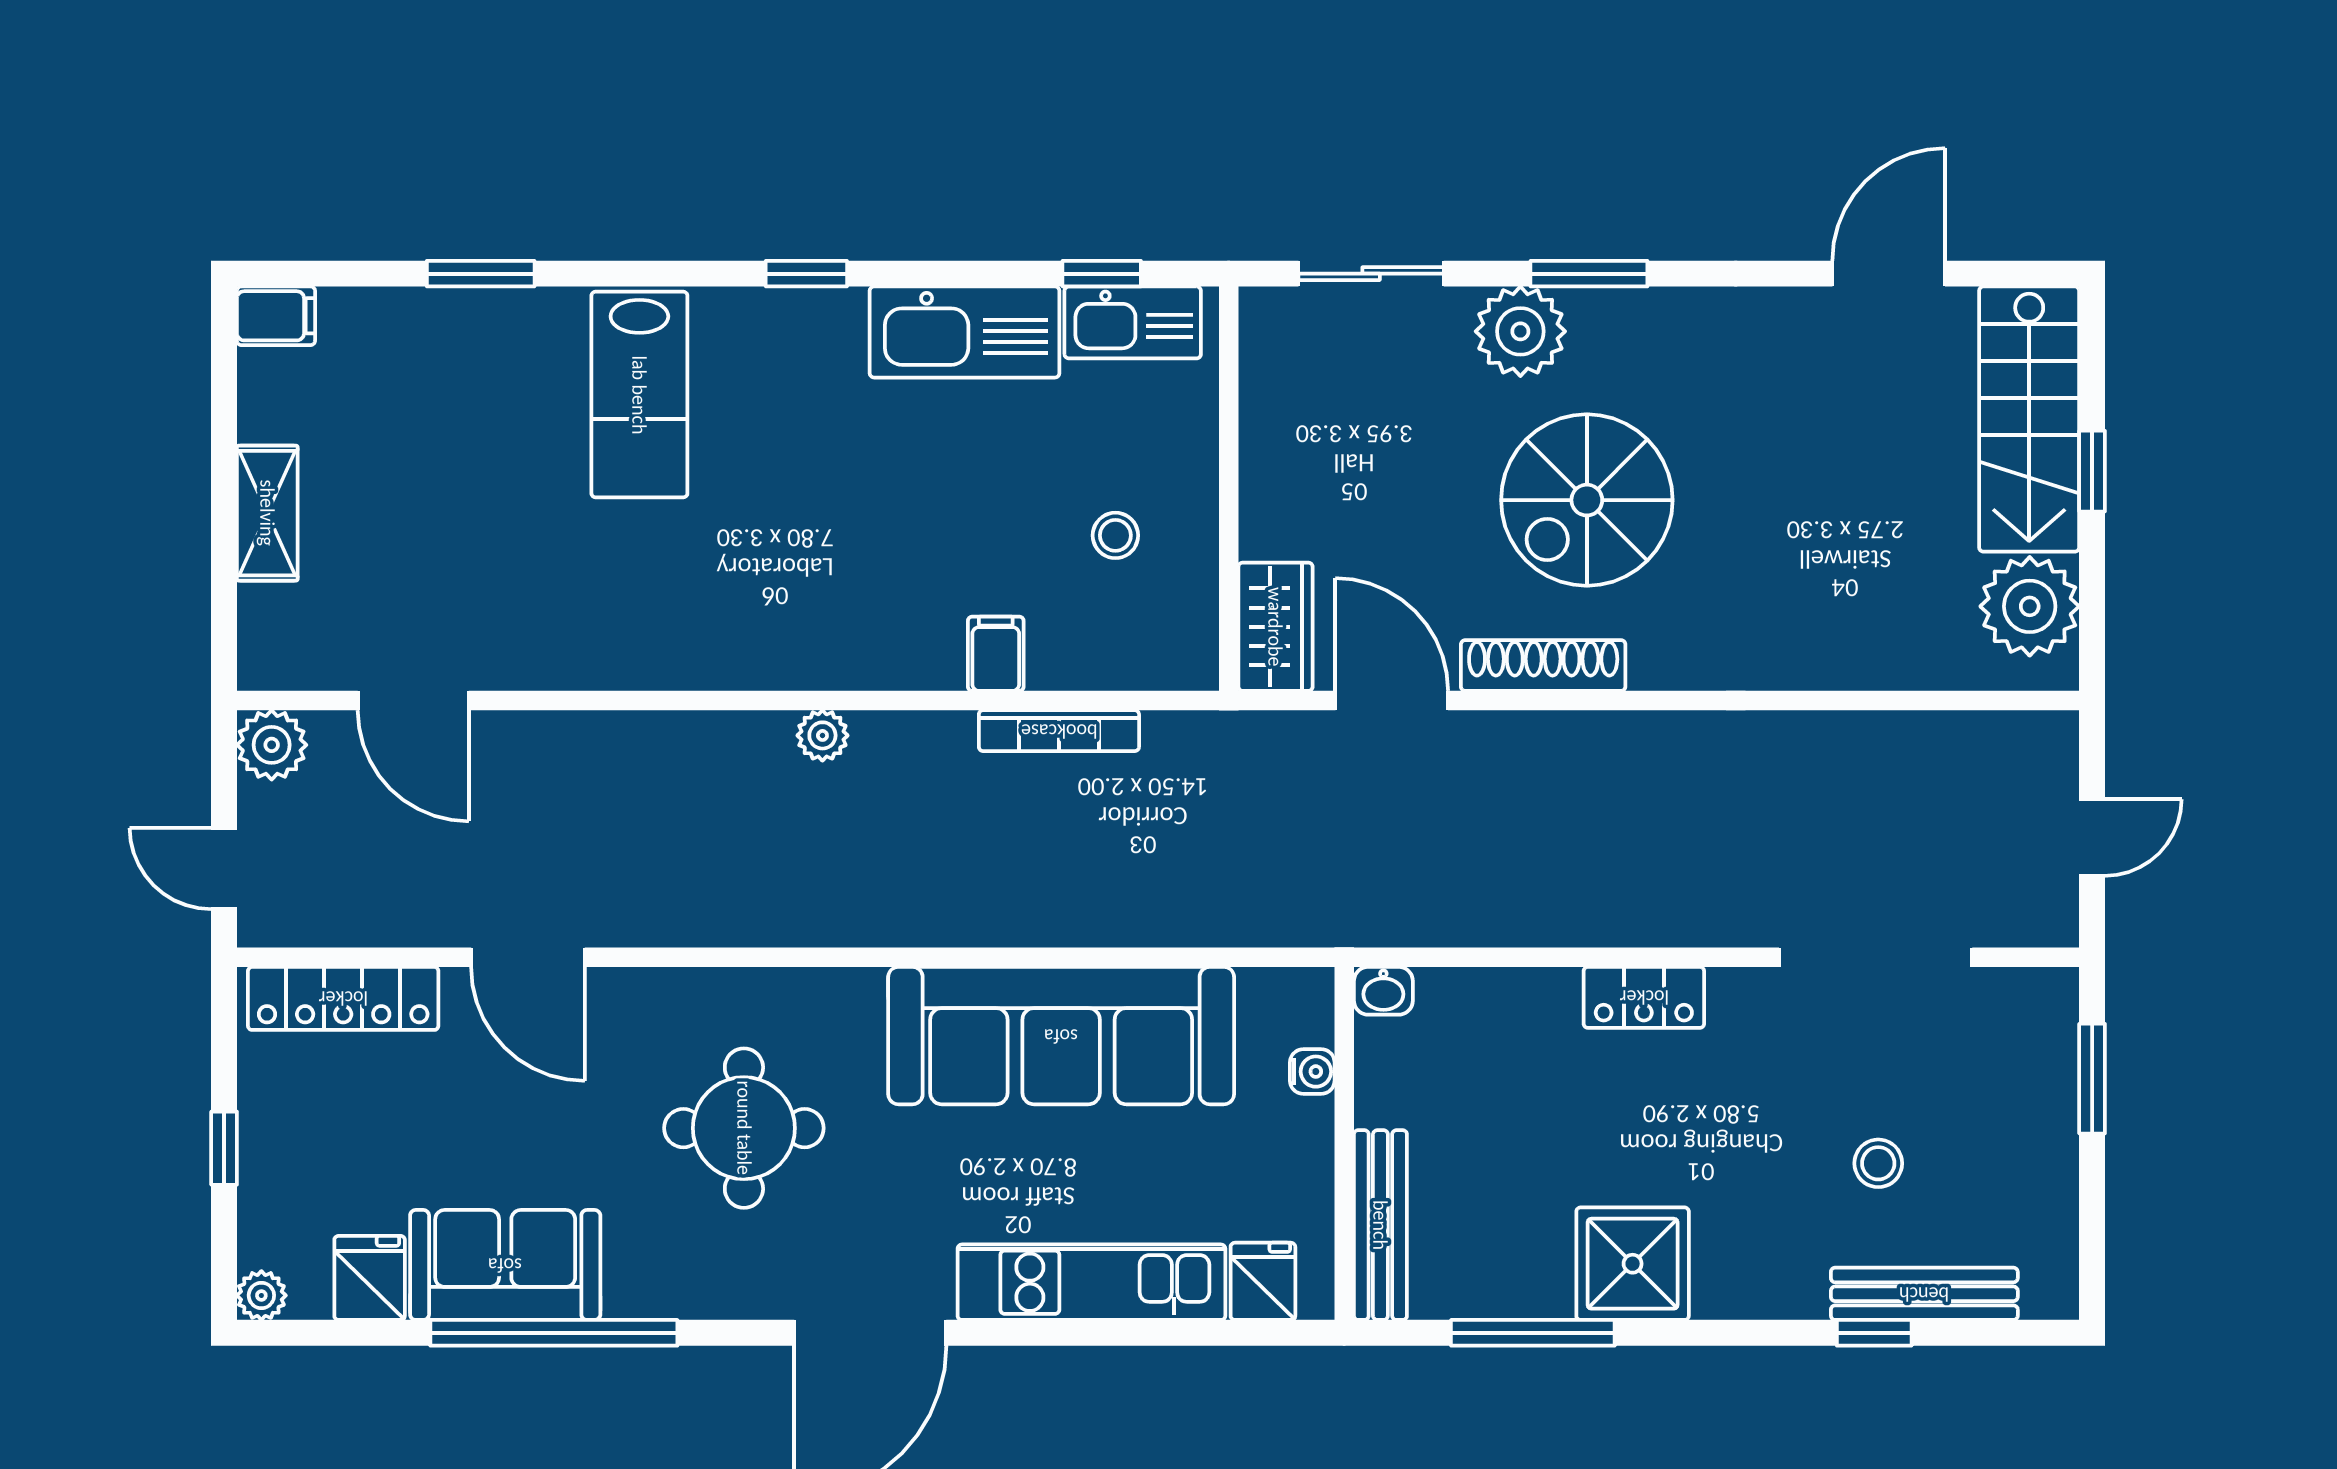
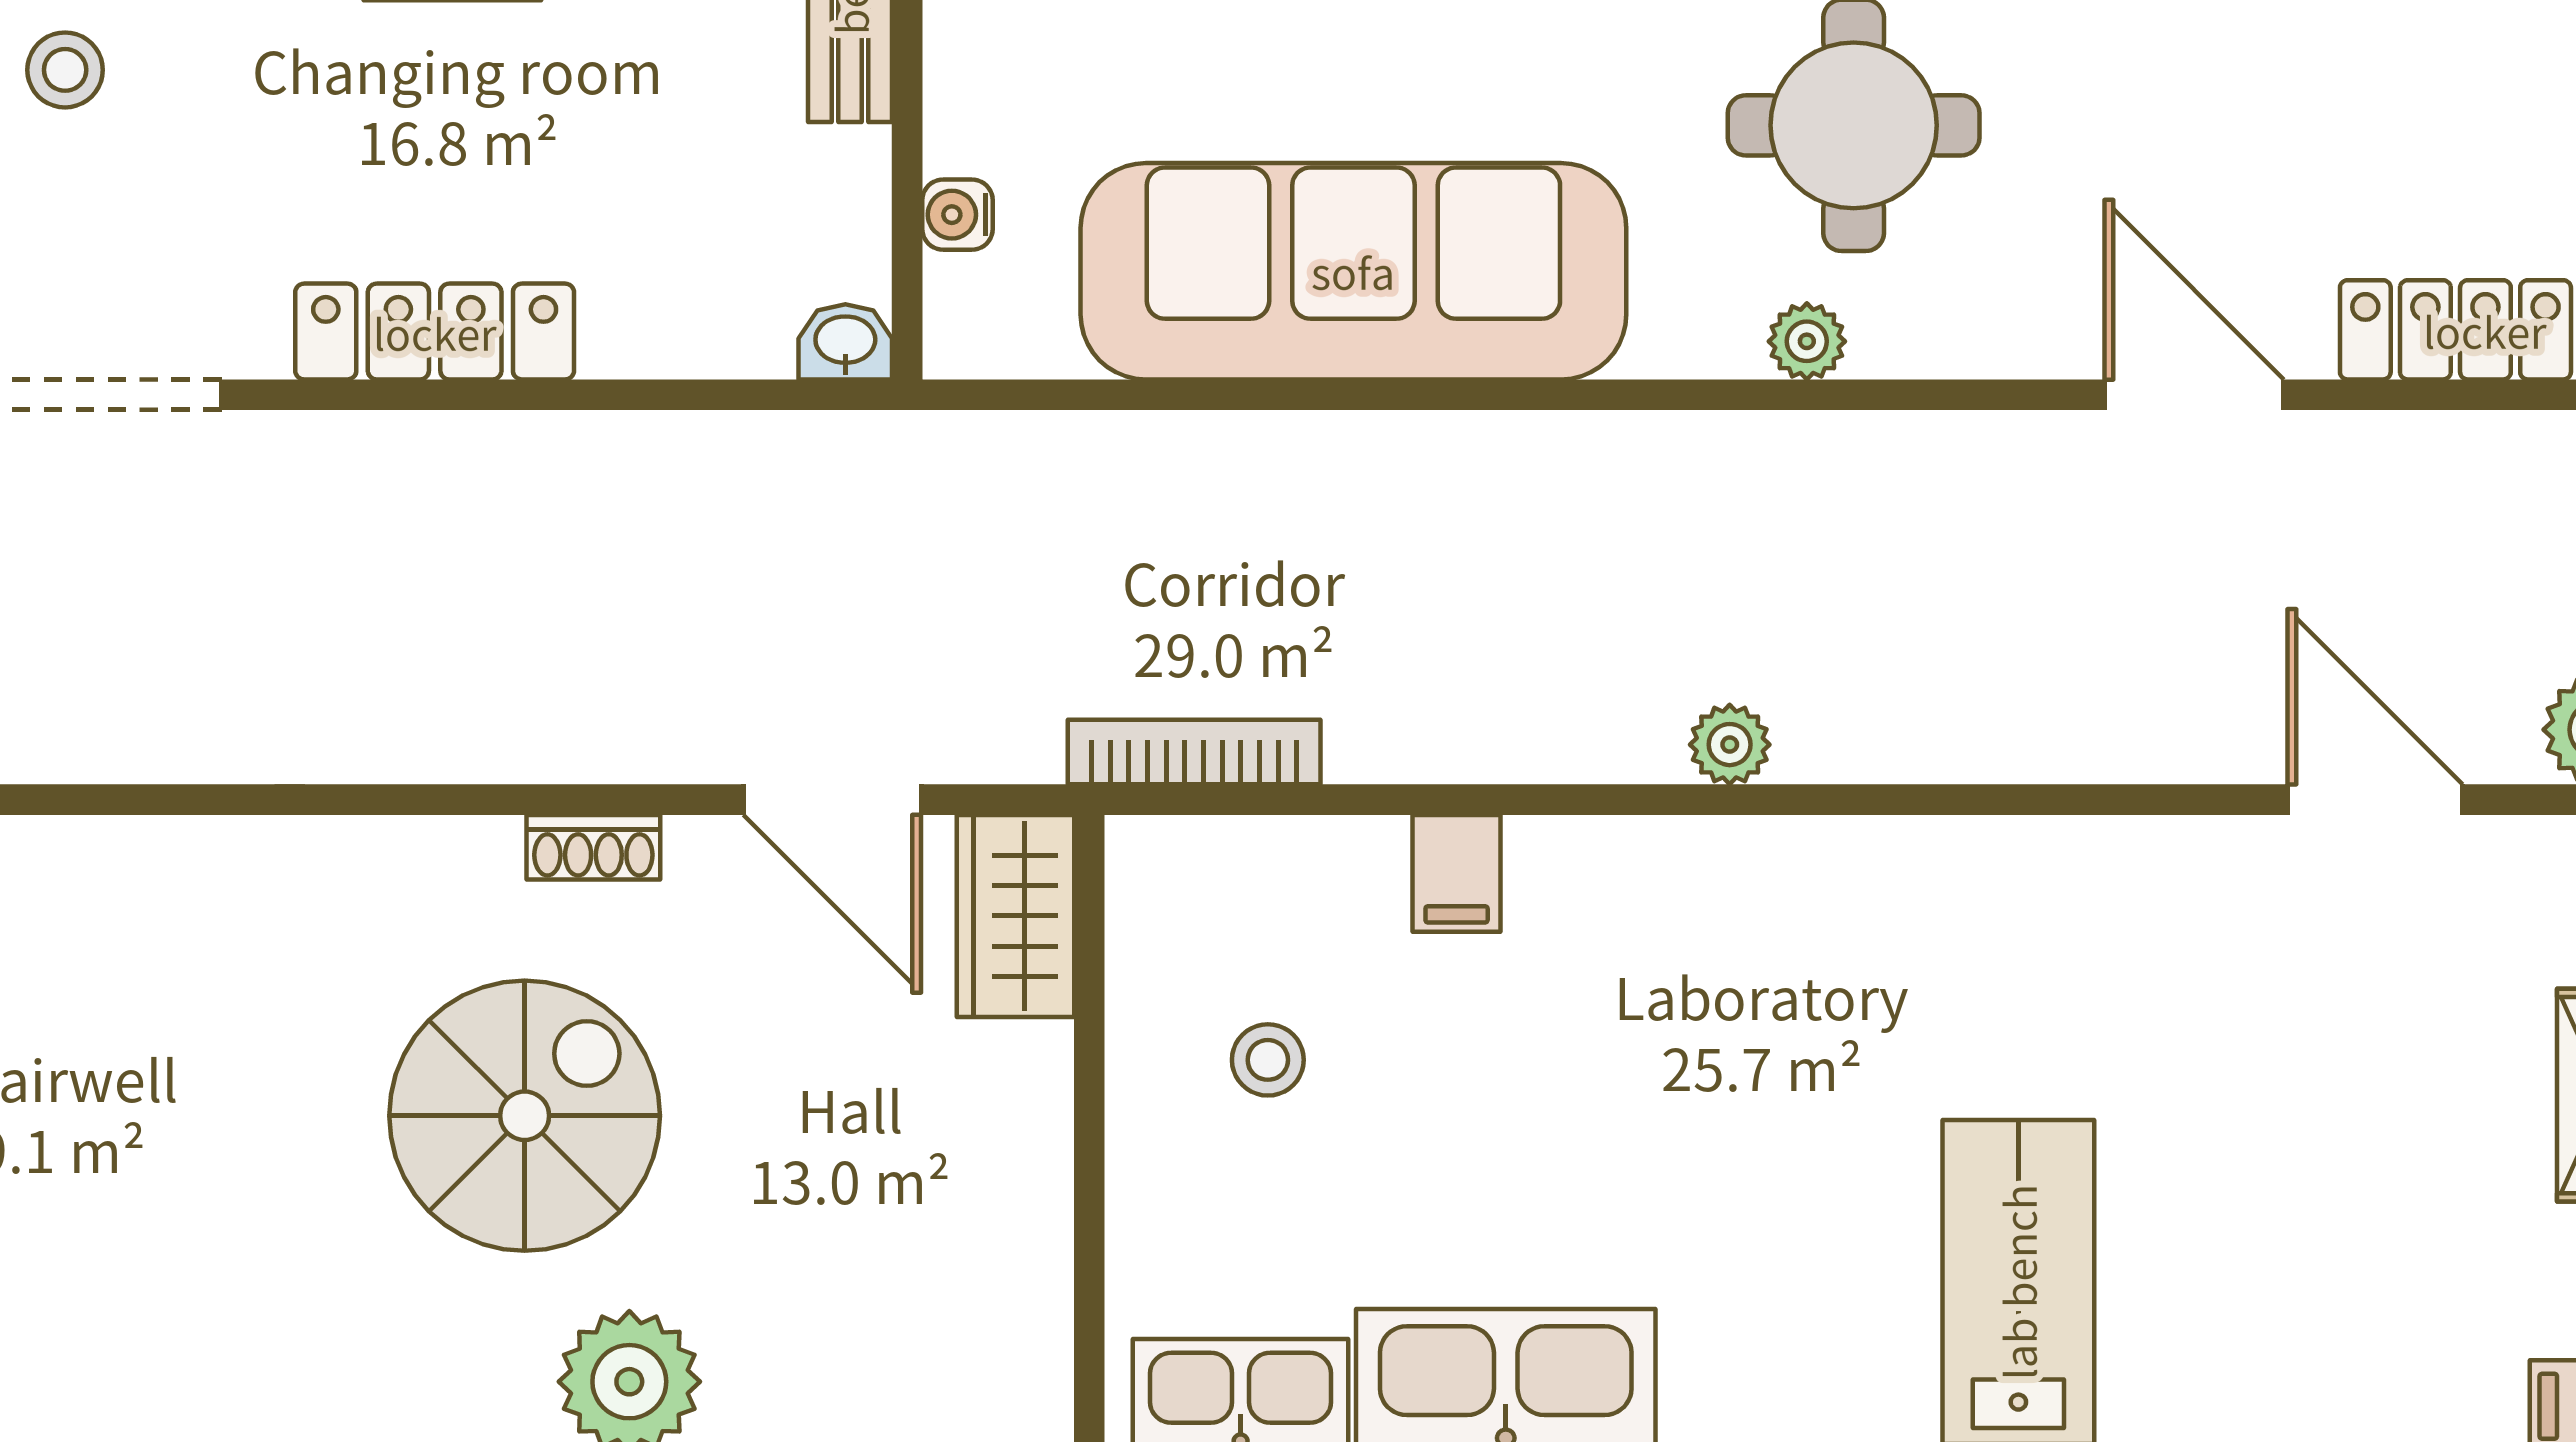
shoe rack: (1543, 666) -> (593, 847), width x0.51, depth x0.81
bookcase: (1059, 731) -> (1194, 752), moved
plant: (774, 991) -> (1807, 341), added
locker: (1644, 997) -> (435, 332), width x1.53

